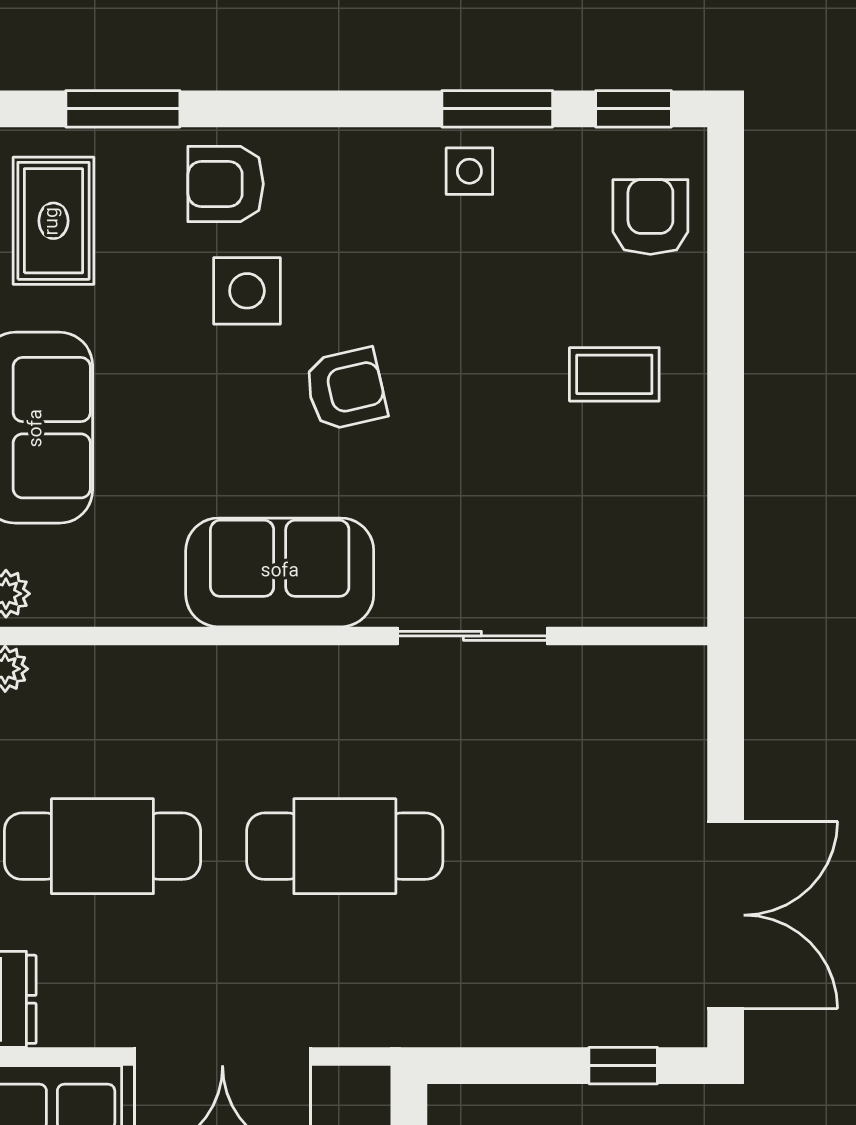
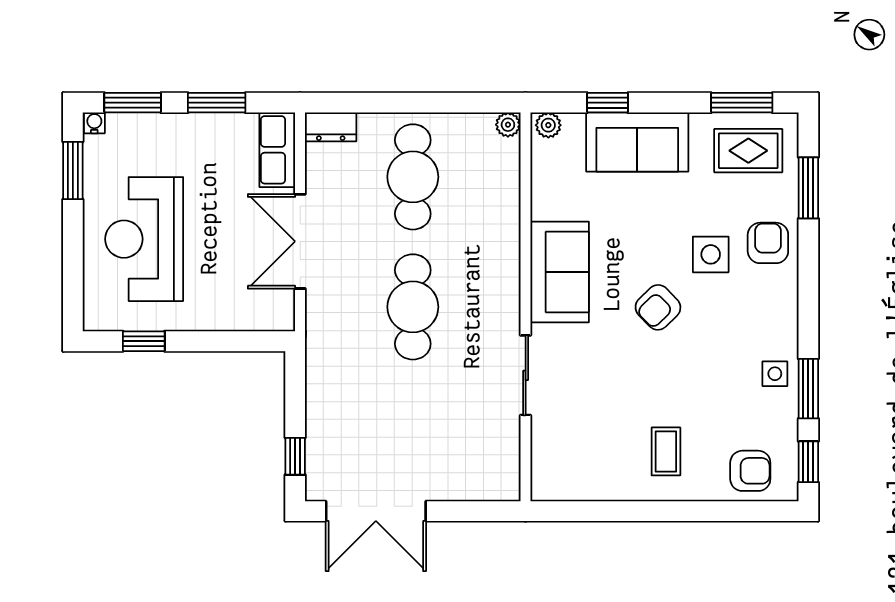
armchair: (346, 389) -> (658, 307), turned 59

